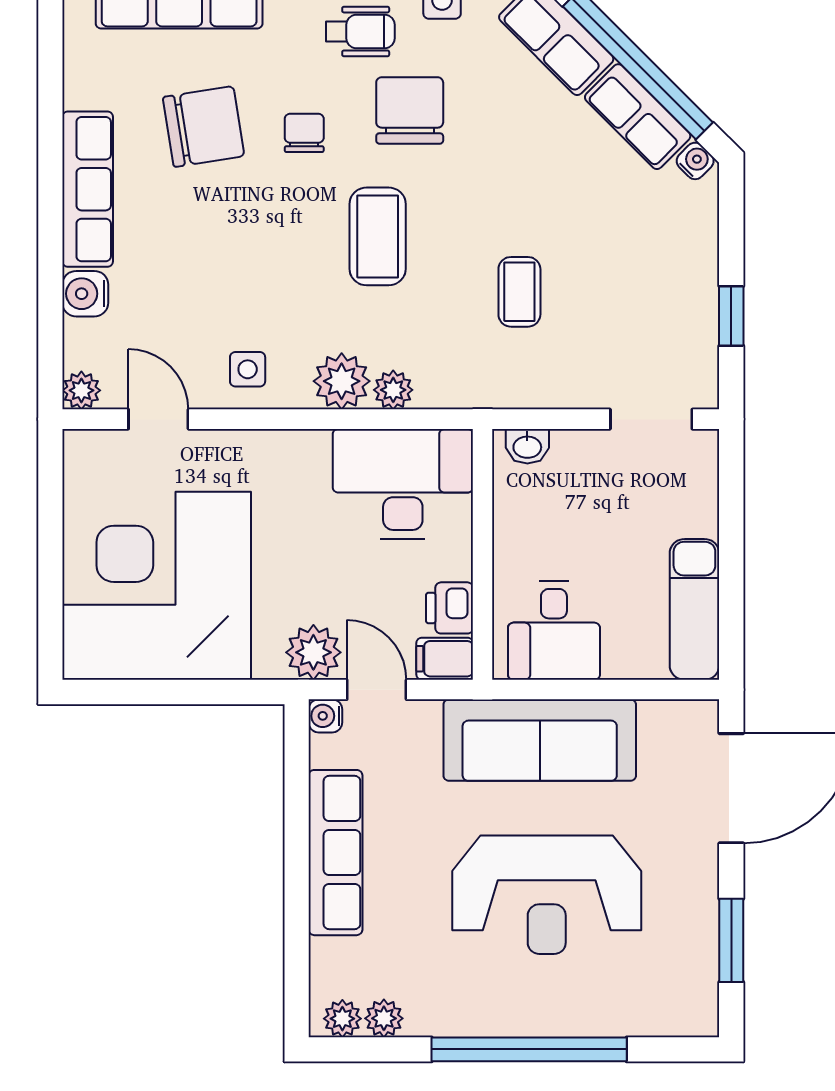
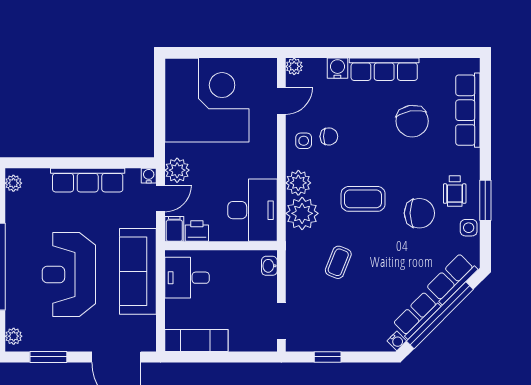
chair: (304, 133) -> (329, 136), moved
coffee table: (519, 292) -> (338, 262), turned -68
plant: (393, 390) -> (302, 213), width x1.88, depth x1.88
plant: (384, 1018) -> (14, 336), moved

